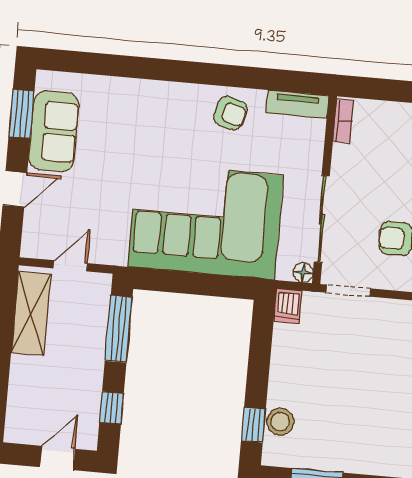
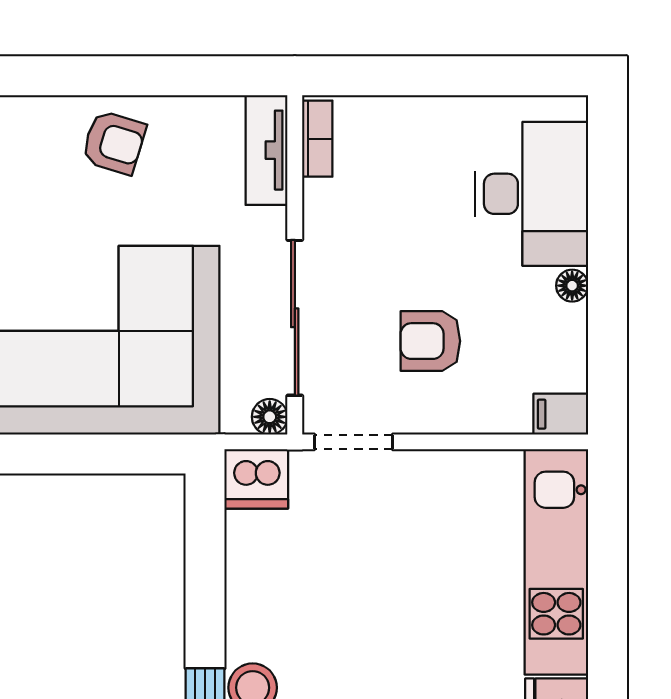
tv unit: (297, 104) -> (267, 150), moved, turned 90
dishwasher: (288, 306) -> (256, 479), width x1.38

